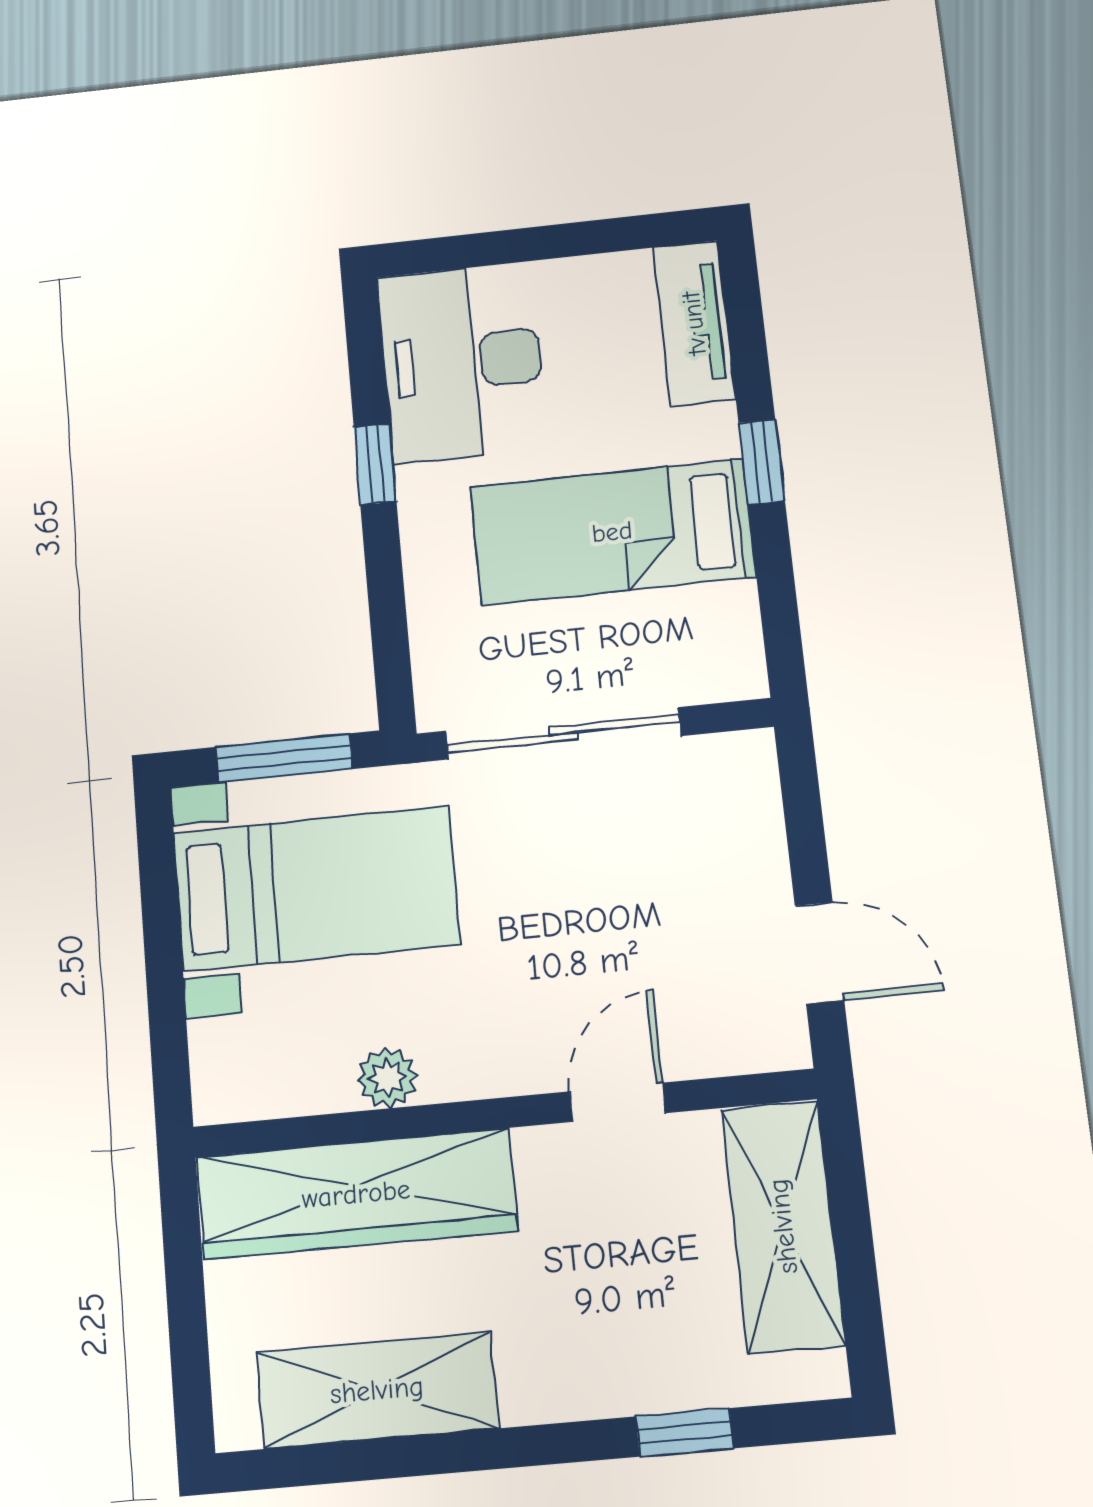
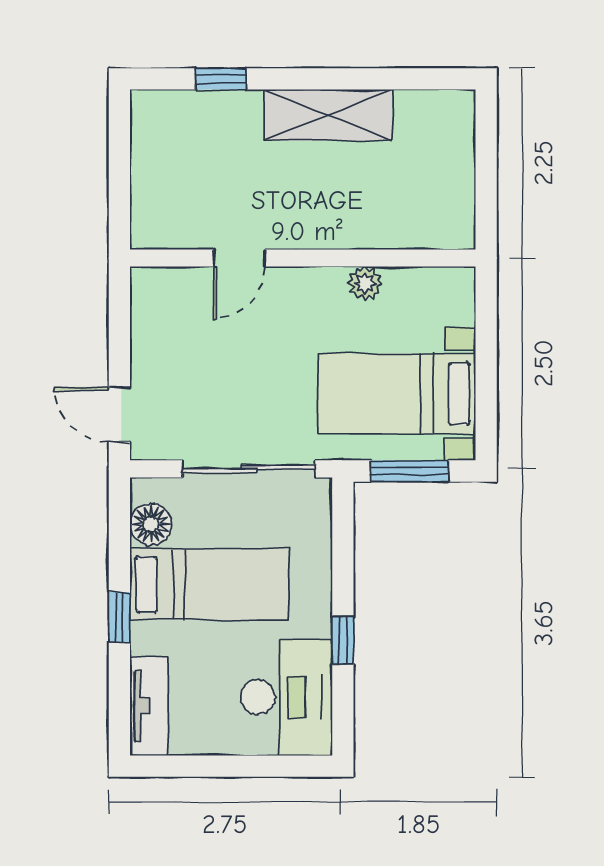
floor lamp: (725, 622) -> (151, 524), added
door: (819, 953) -> (119, 414), moved
wardrobe: (356, 1194) -> (388, 221), removed
shelving: (783, 1226) -> (156, 183), removed
shelving: (377, 1390) -> (328, 115), moved

